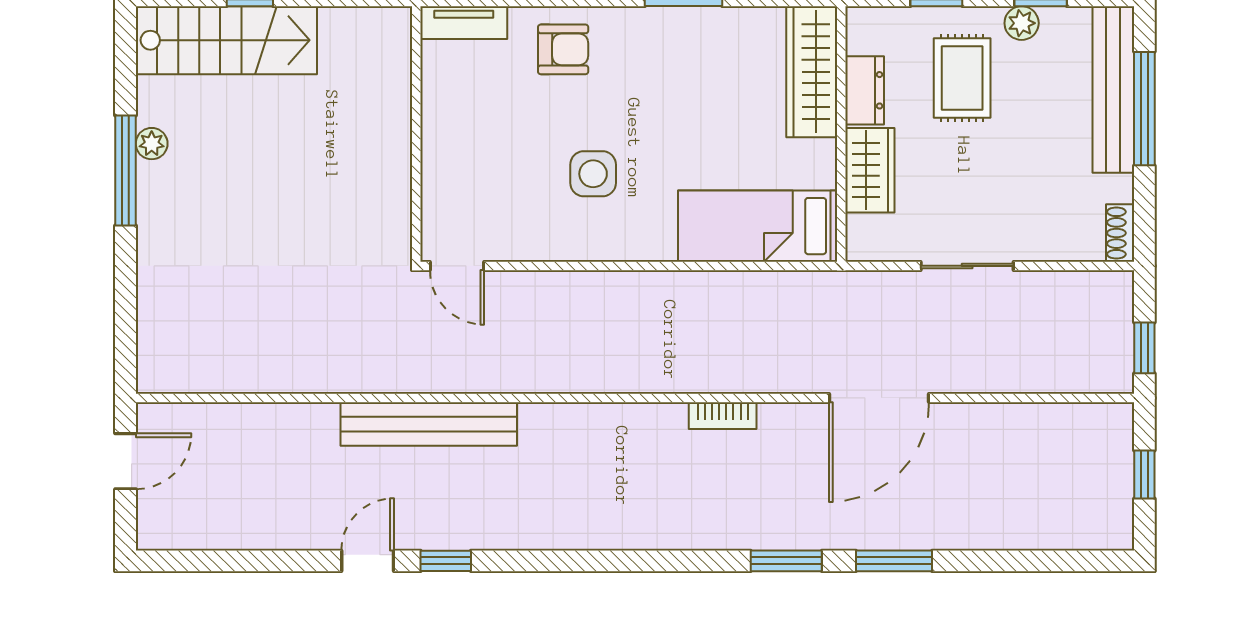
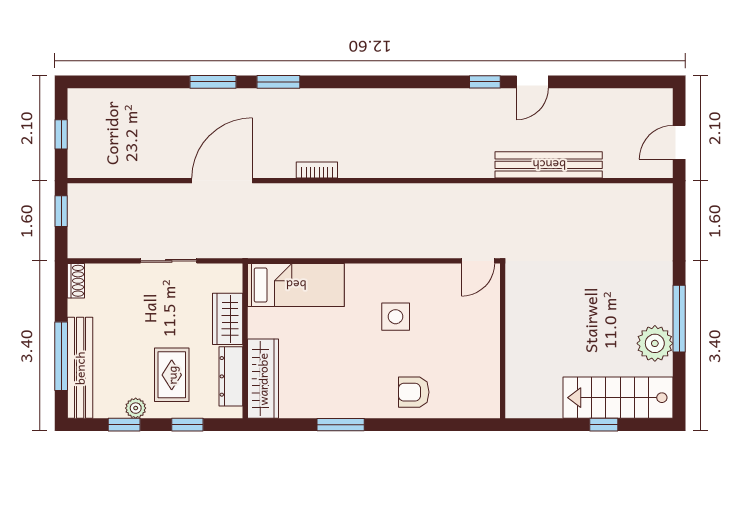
tv unit: (464, 23) -> (474, 408), removed
dresser: (865, 90) -> (231, 376), width x1.44
plant: (152, 144) -> (655, 343), width x1.88, depth x1.88
door: (457, 266) -> (478, 261), swing flipped
bench: (429, 424) -> (549, 165), moved

